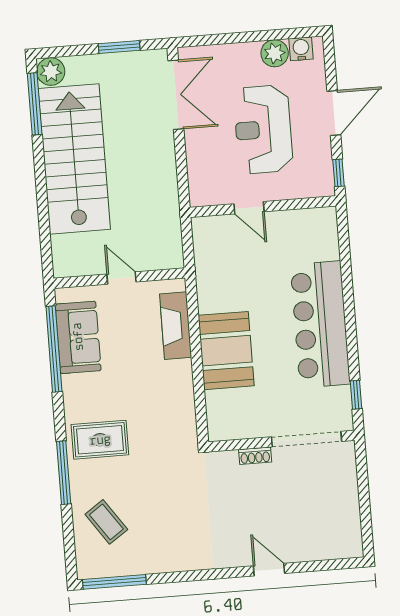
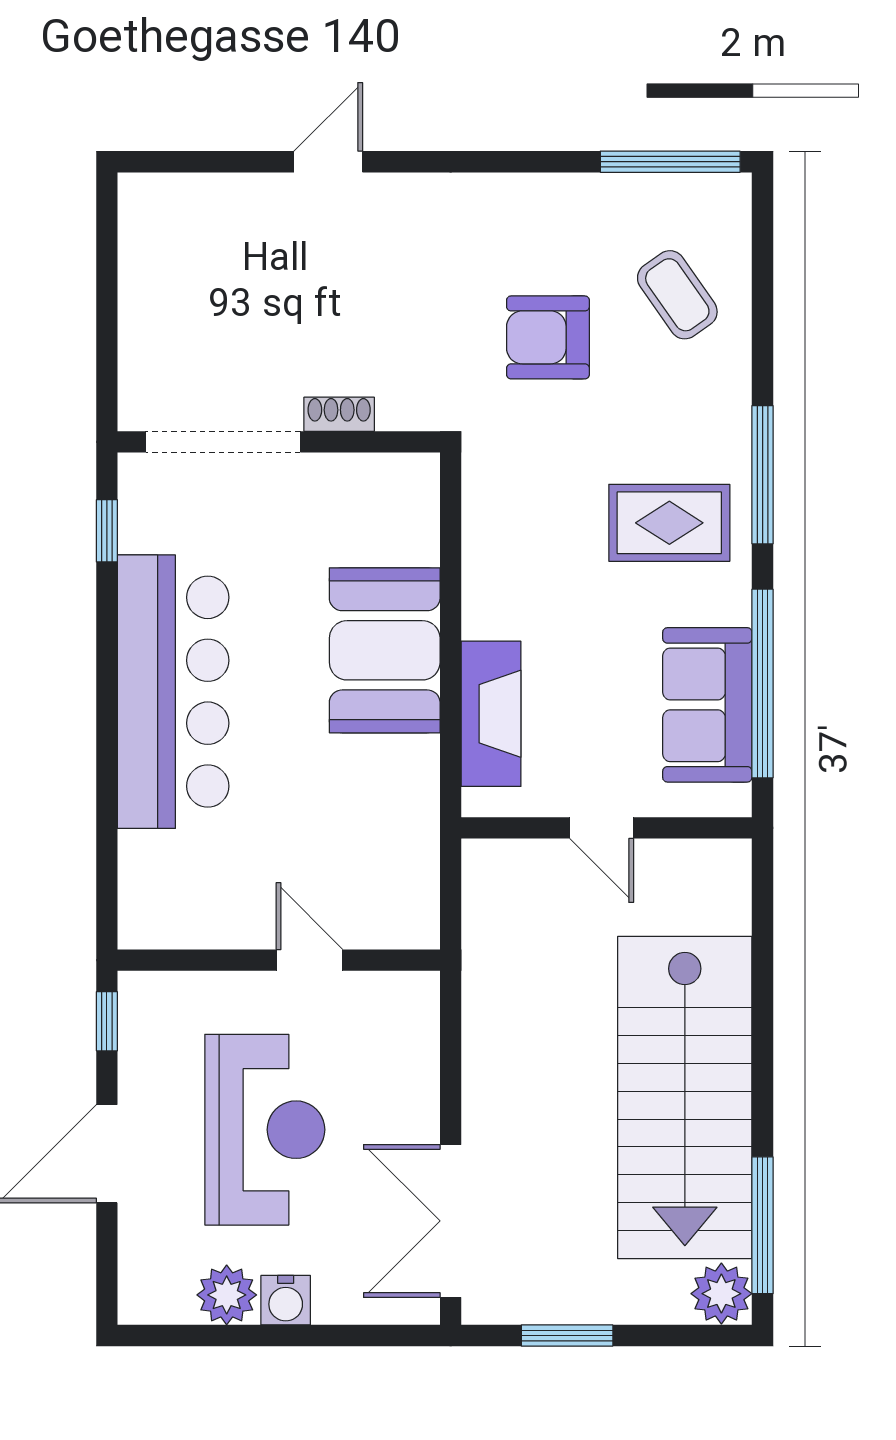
water cooler: (301, 49) -> (286, 1300), moved
rug: (100, 440) -> (669, 523), moved
window: (64, 473) -> (763, 475), moved
armchair: (163, 498) -> (548, 337), added
door: (269, 570) -> (328, 162), swing flipped

